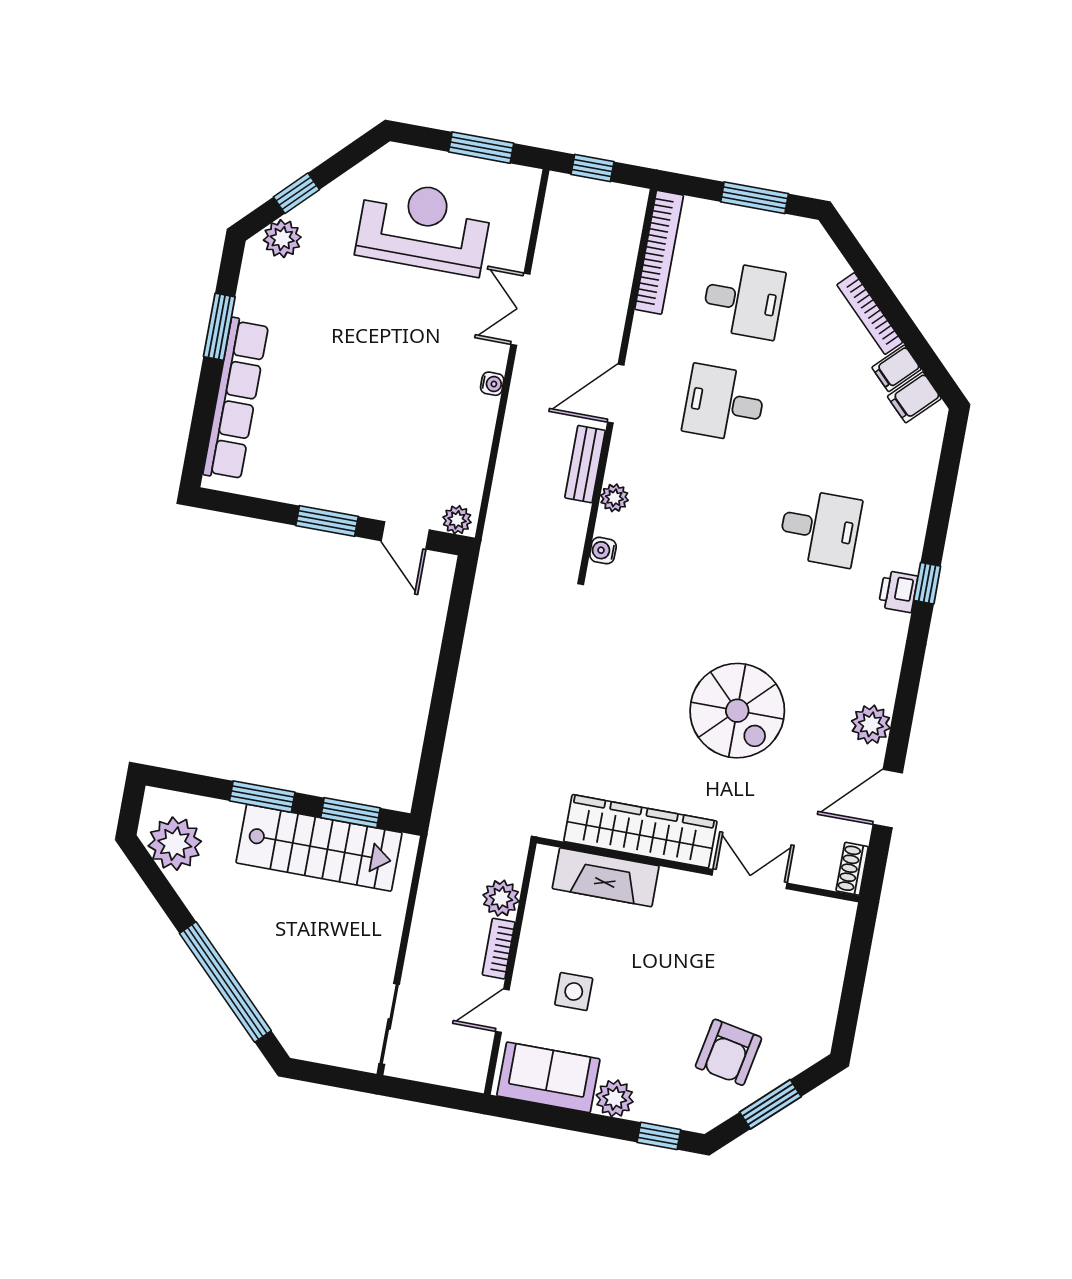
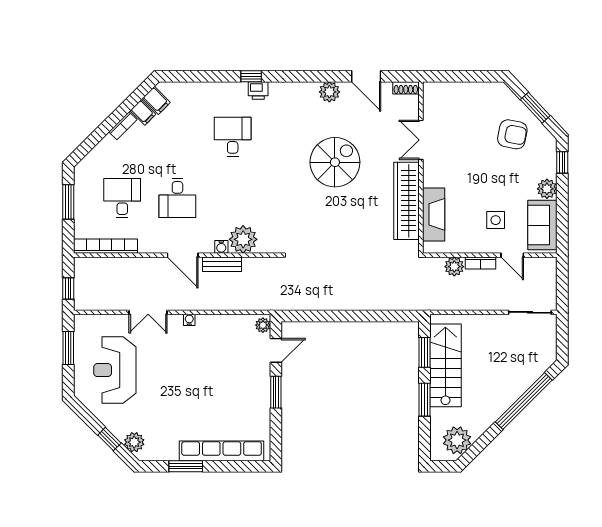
bookcase: (870, 314) -> (123, 126), width x0.64
plant: (614, 498) -> (243, 239), width x1.88, depth x1.88
water cooler: (603, 551) -> (221, 247), moved

